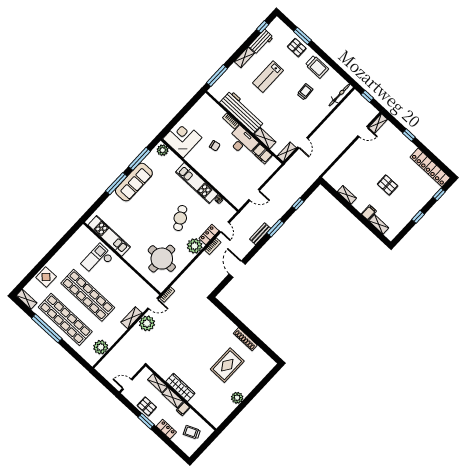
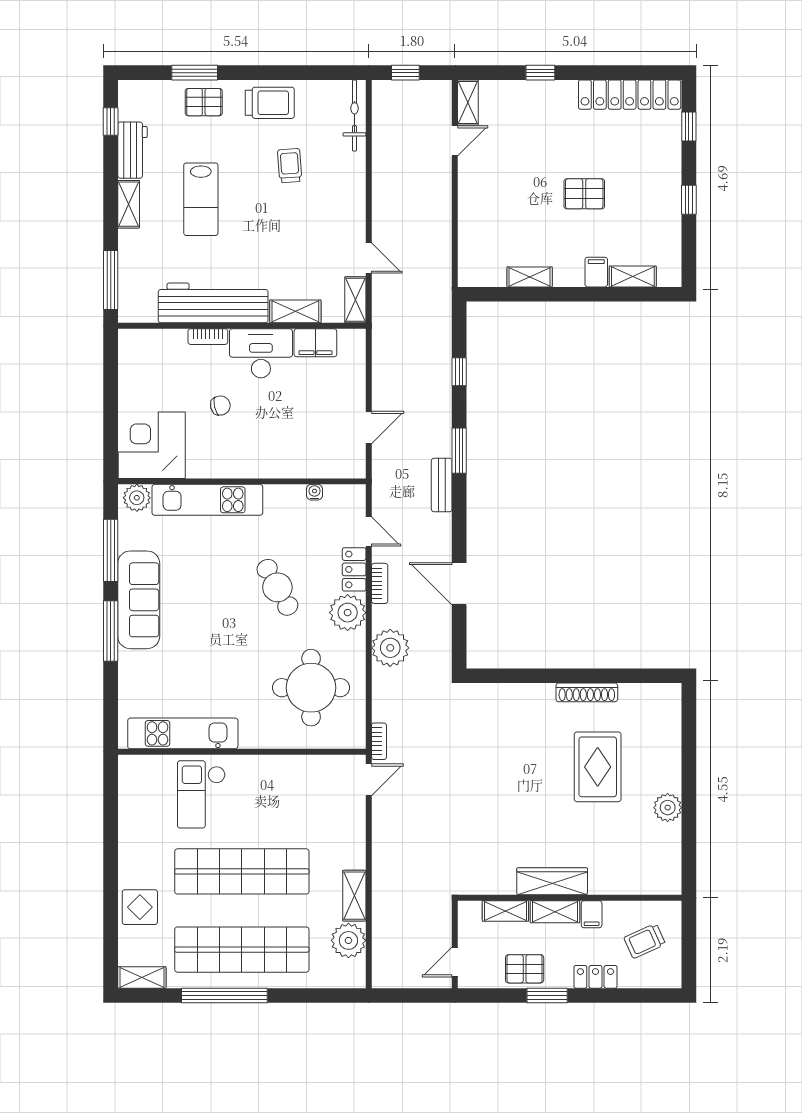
kitchen unit: (197, 183) -> (207, 500), moved
shelving: (132, 318) -> (354, 896), moved
plant: (147, 323) -> (390, 648), moved

